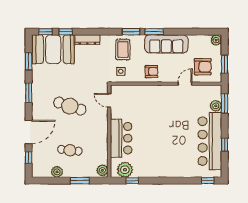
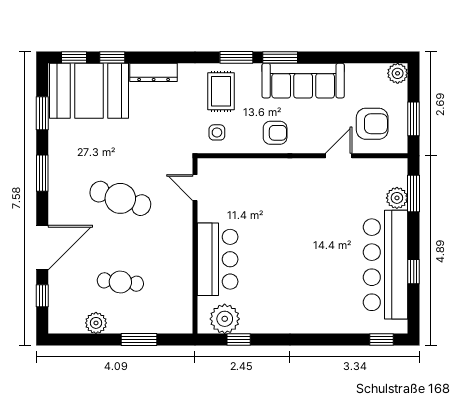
plant: (102, 170) -> (182, 320), removed

